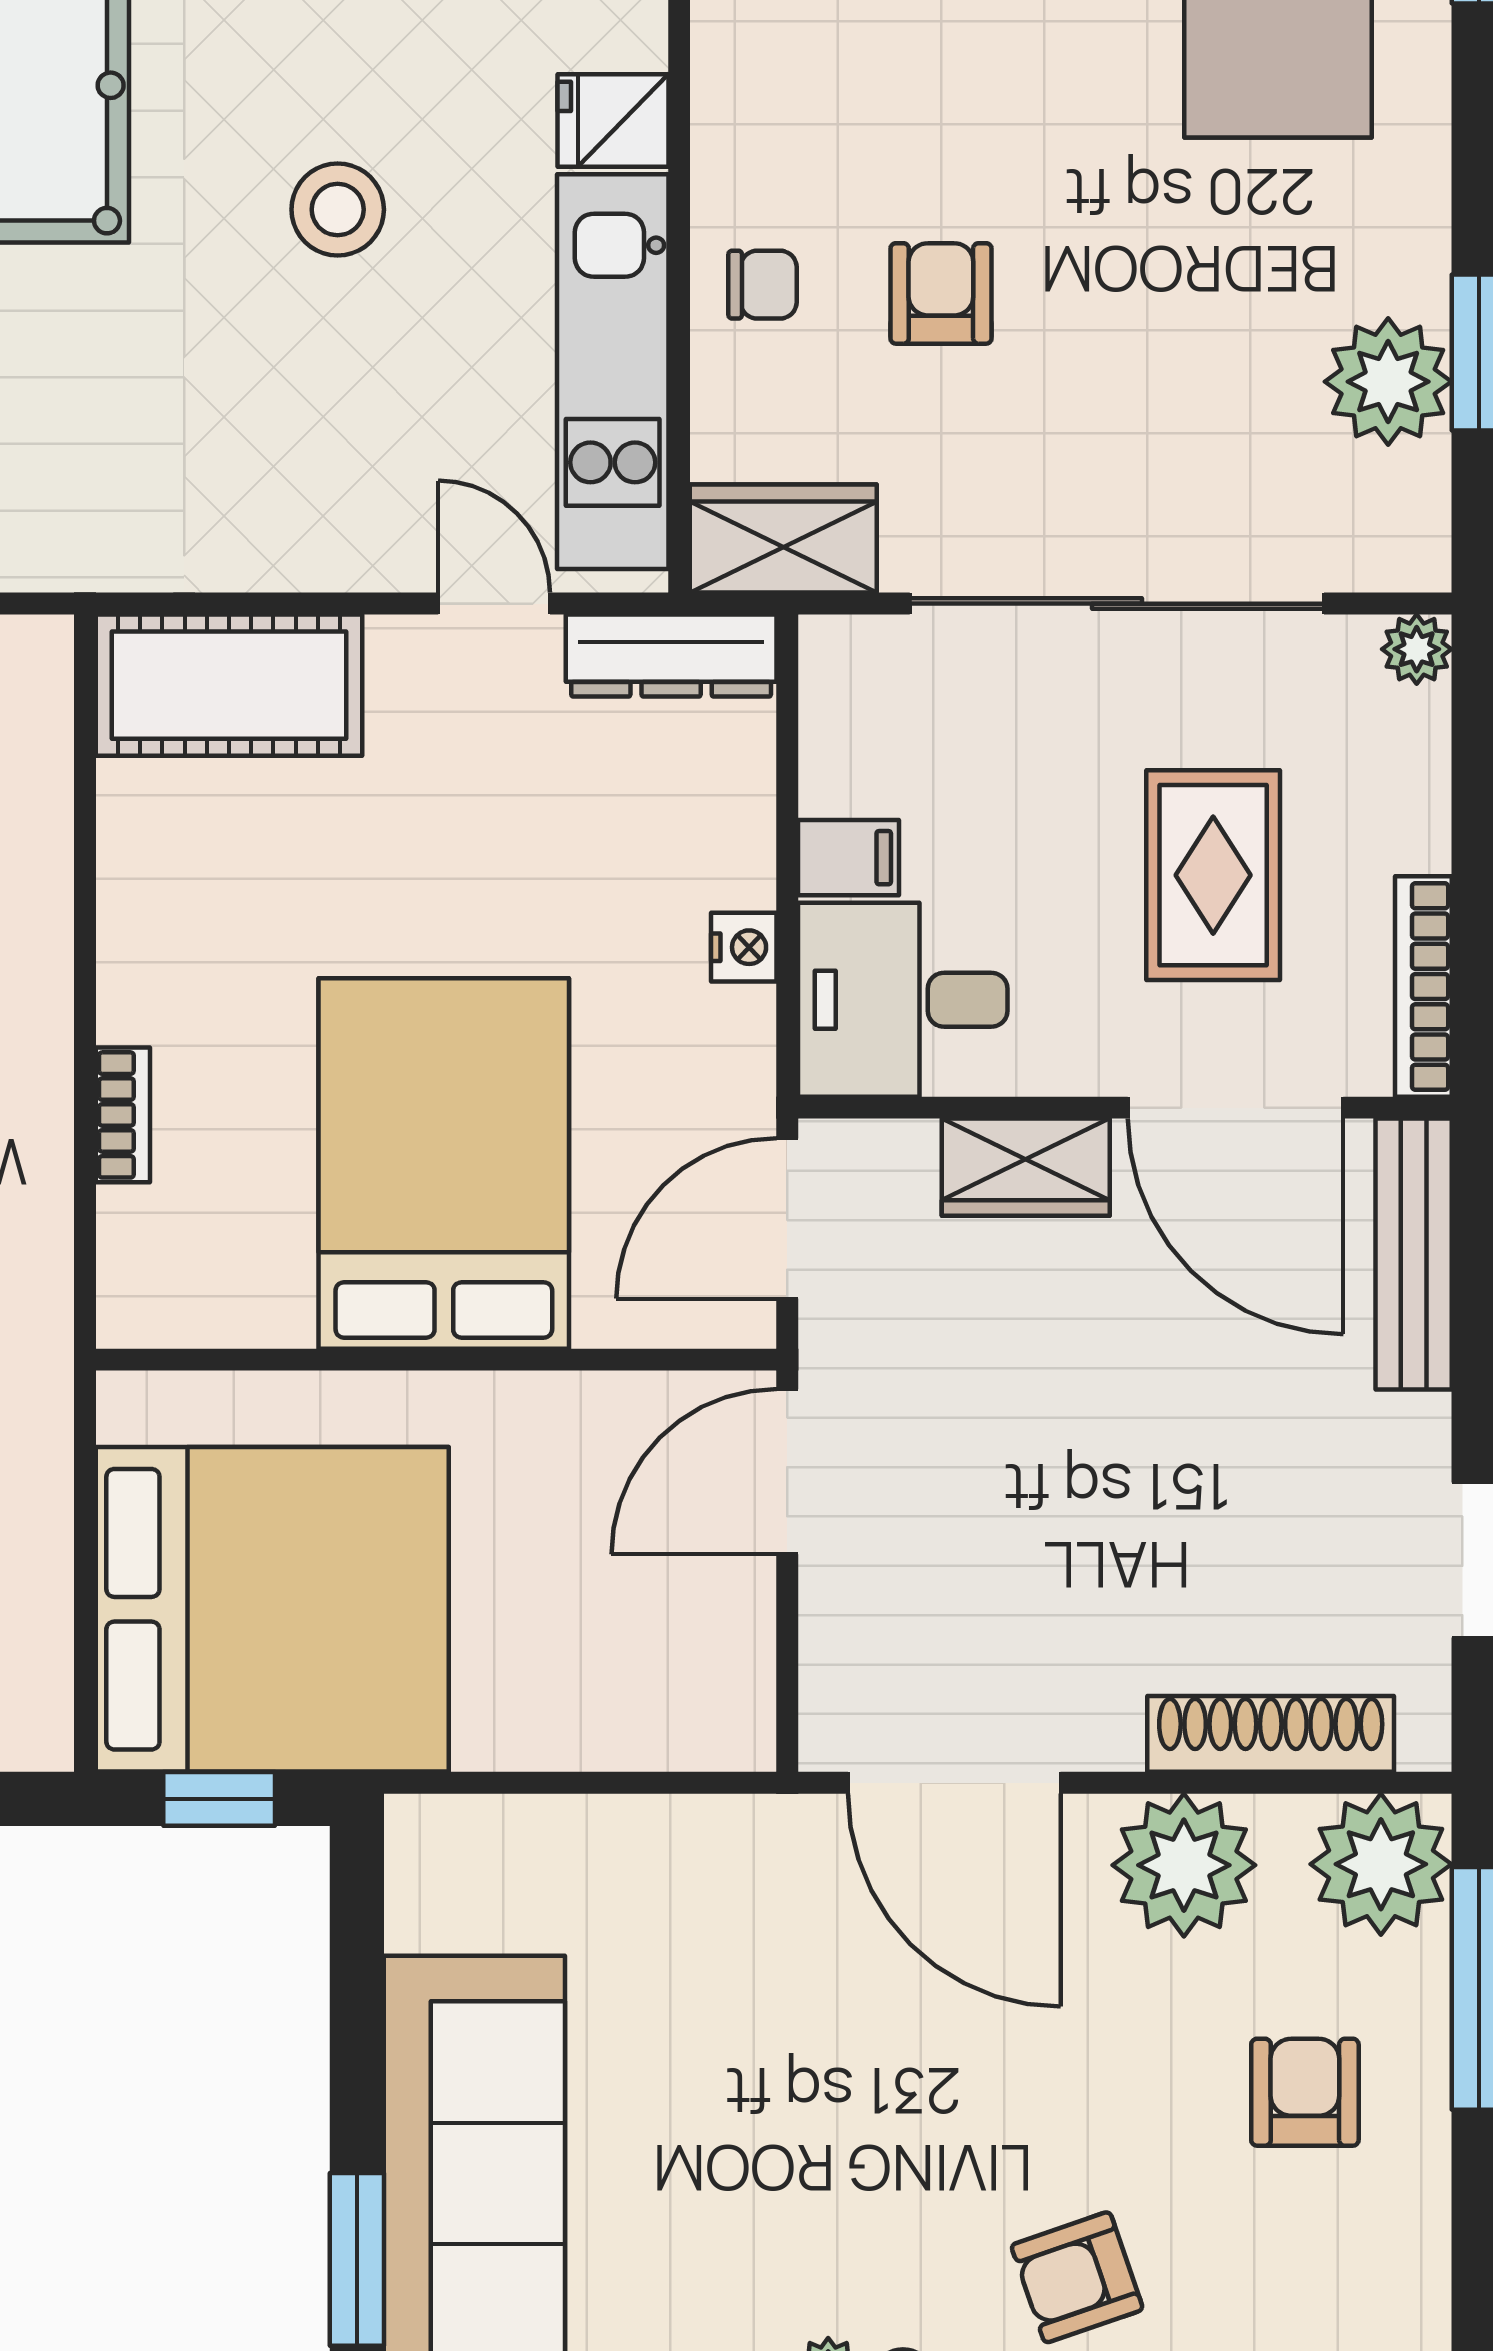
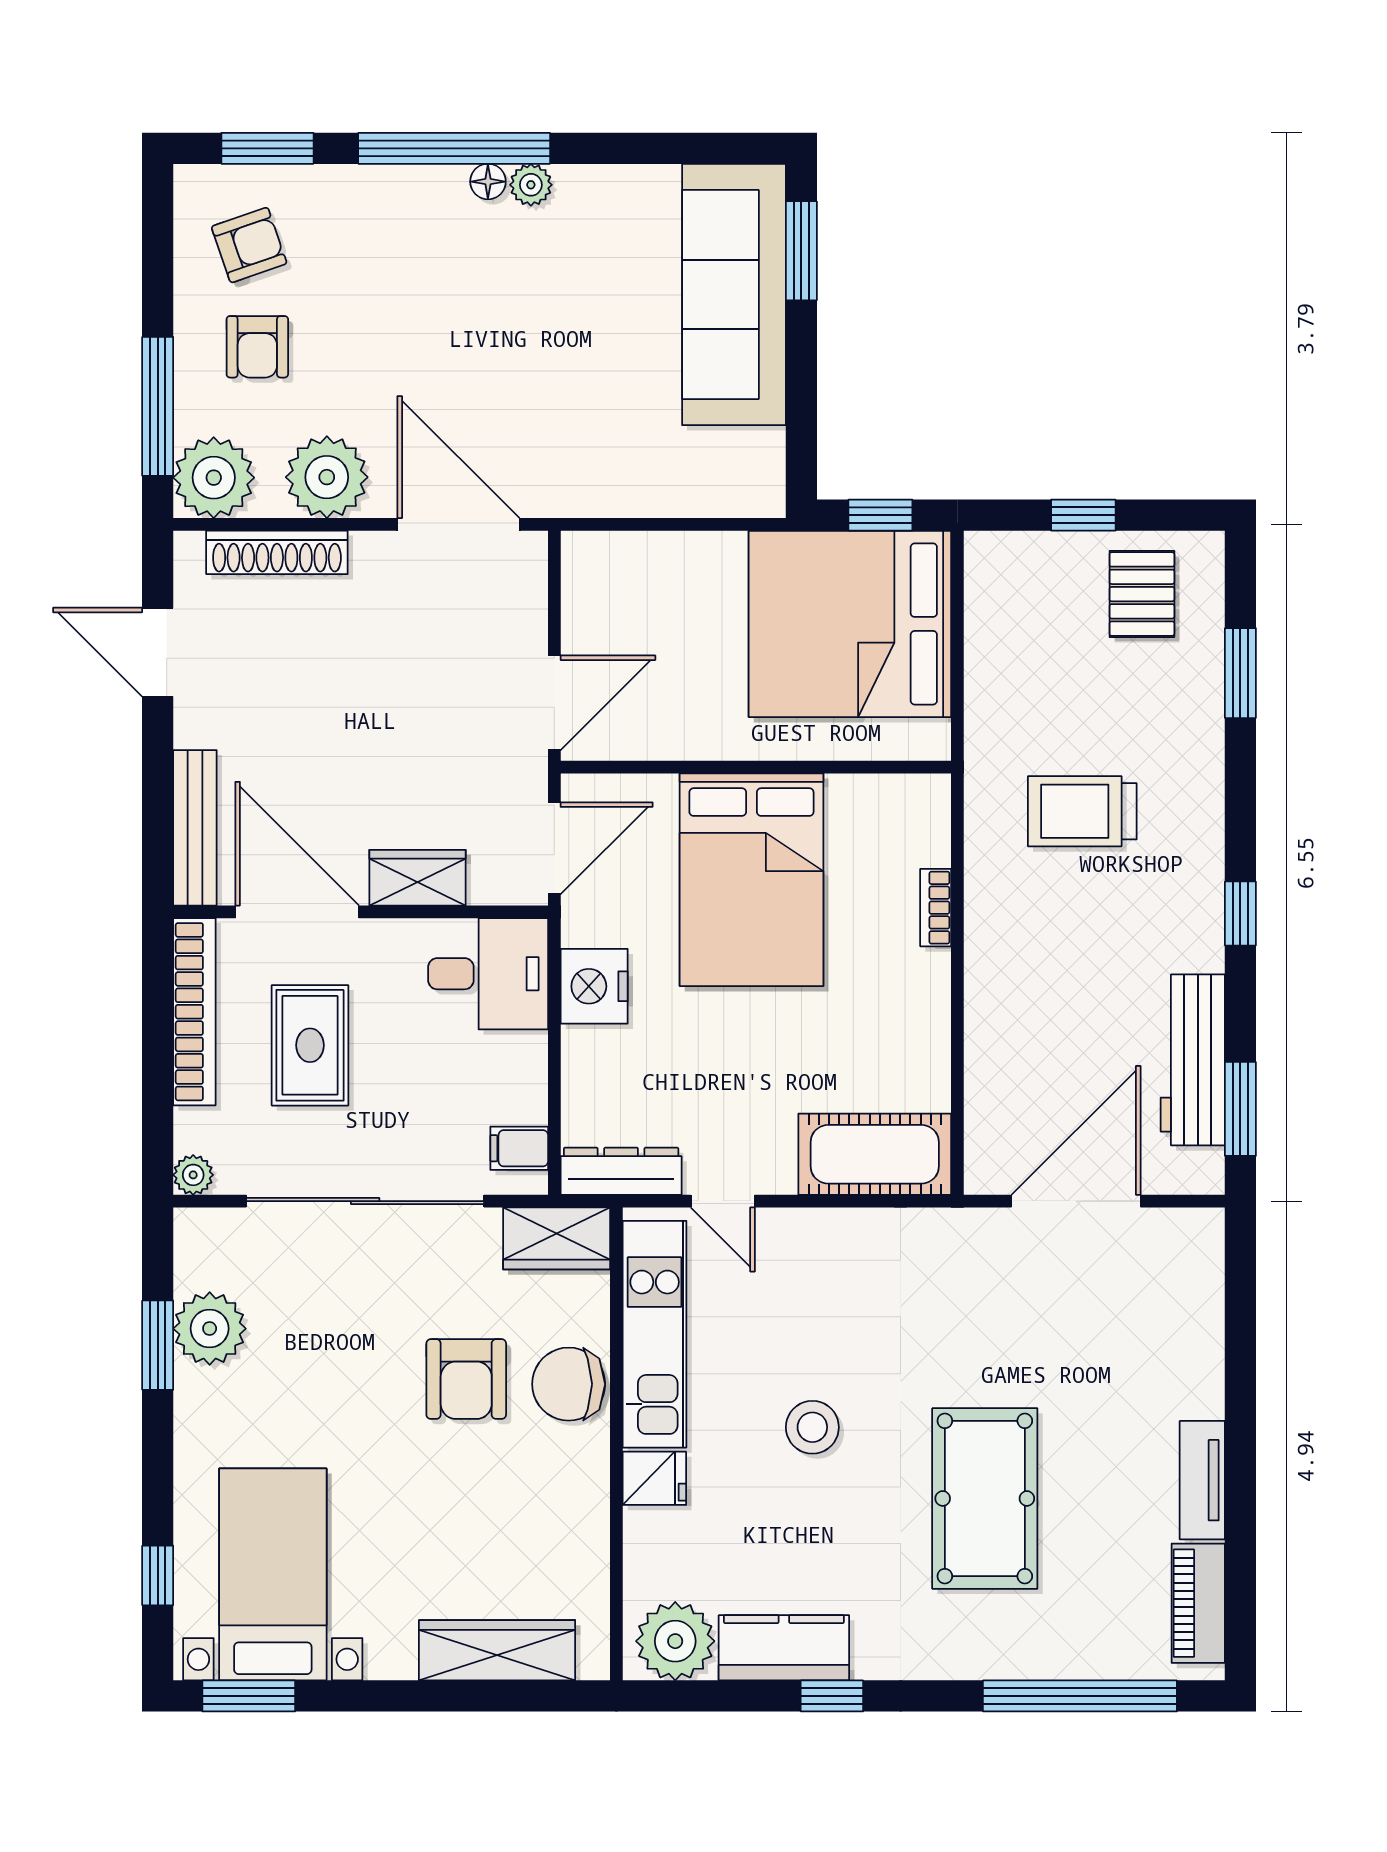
chair: (762, 285) -> (569, 1384), width x1.87, depth x1.87
armchair: (941, 293) -> (466, 1379), width x1.38, depth x1.38
filing cabinet: (848, 858) -> (519, 1148), moved
nightstand: (744, 947) -> (594, 986), width x1.89, depth x1.79
bookcase: (1423, 987) -> (194, 1012), width x1.48, depth x1.31
armchair: (1077, 2277) -> (249, 245), moved

